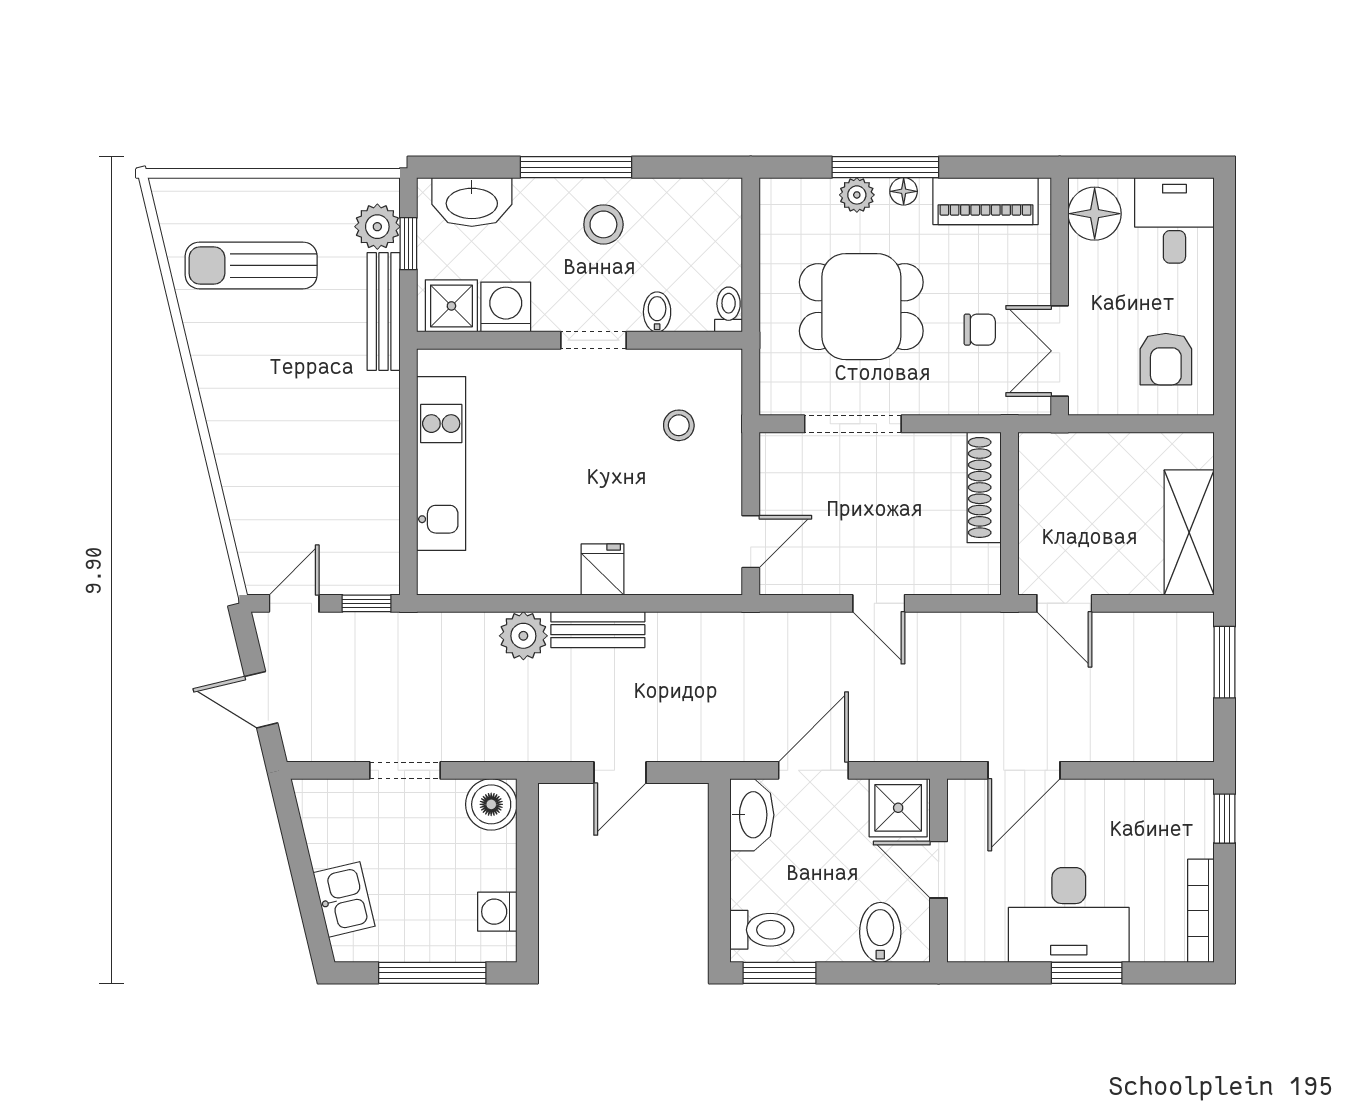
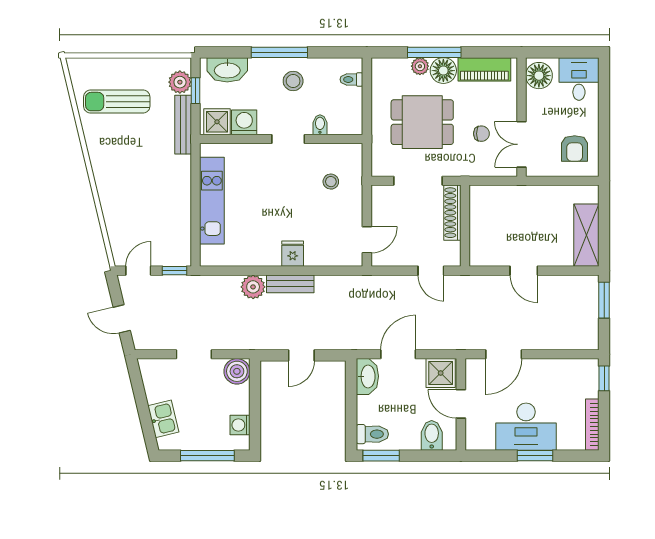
floor lamp: (904, 191) -> (443, 71), width x1.89, depth x1.89
toilet: (729, 310) -> (351, 79), moved, turned -90
shoe rack: (984, 487) -> (452, 213), moved
wall: (1010, 514) -> (465, 226), moved

